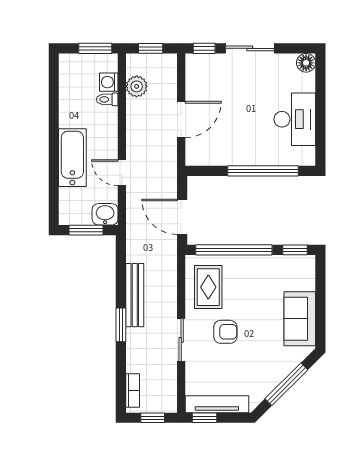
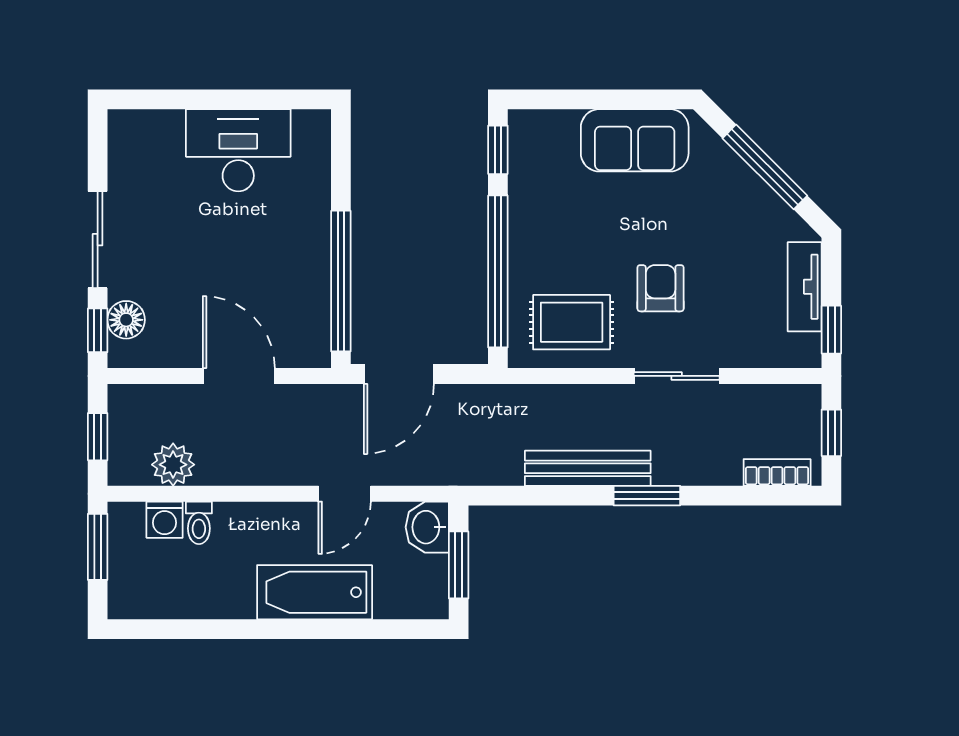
floor lamp: (306, 63) -> (126, 320), moved
window: (263, 171) -> (341, 281), moved
door: (182, 217) -> (399, 374), moved
tv unit: (217, 404) -> (805, 287), width x0.71

